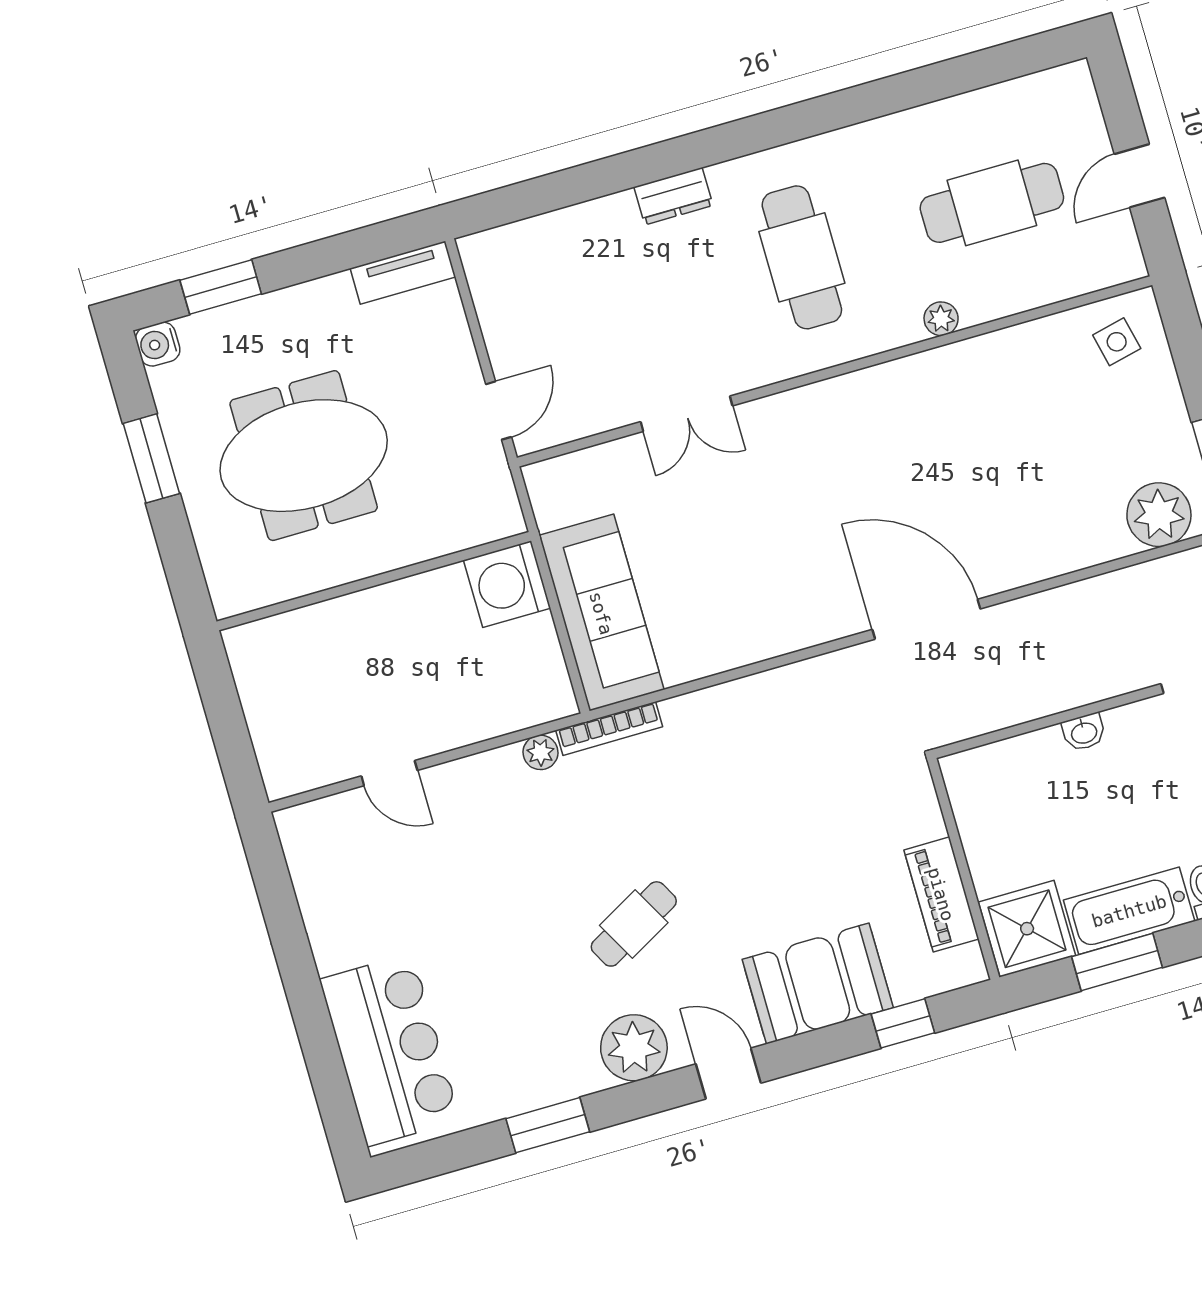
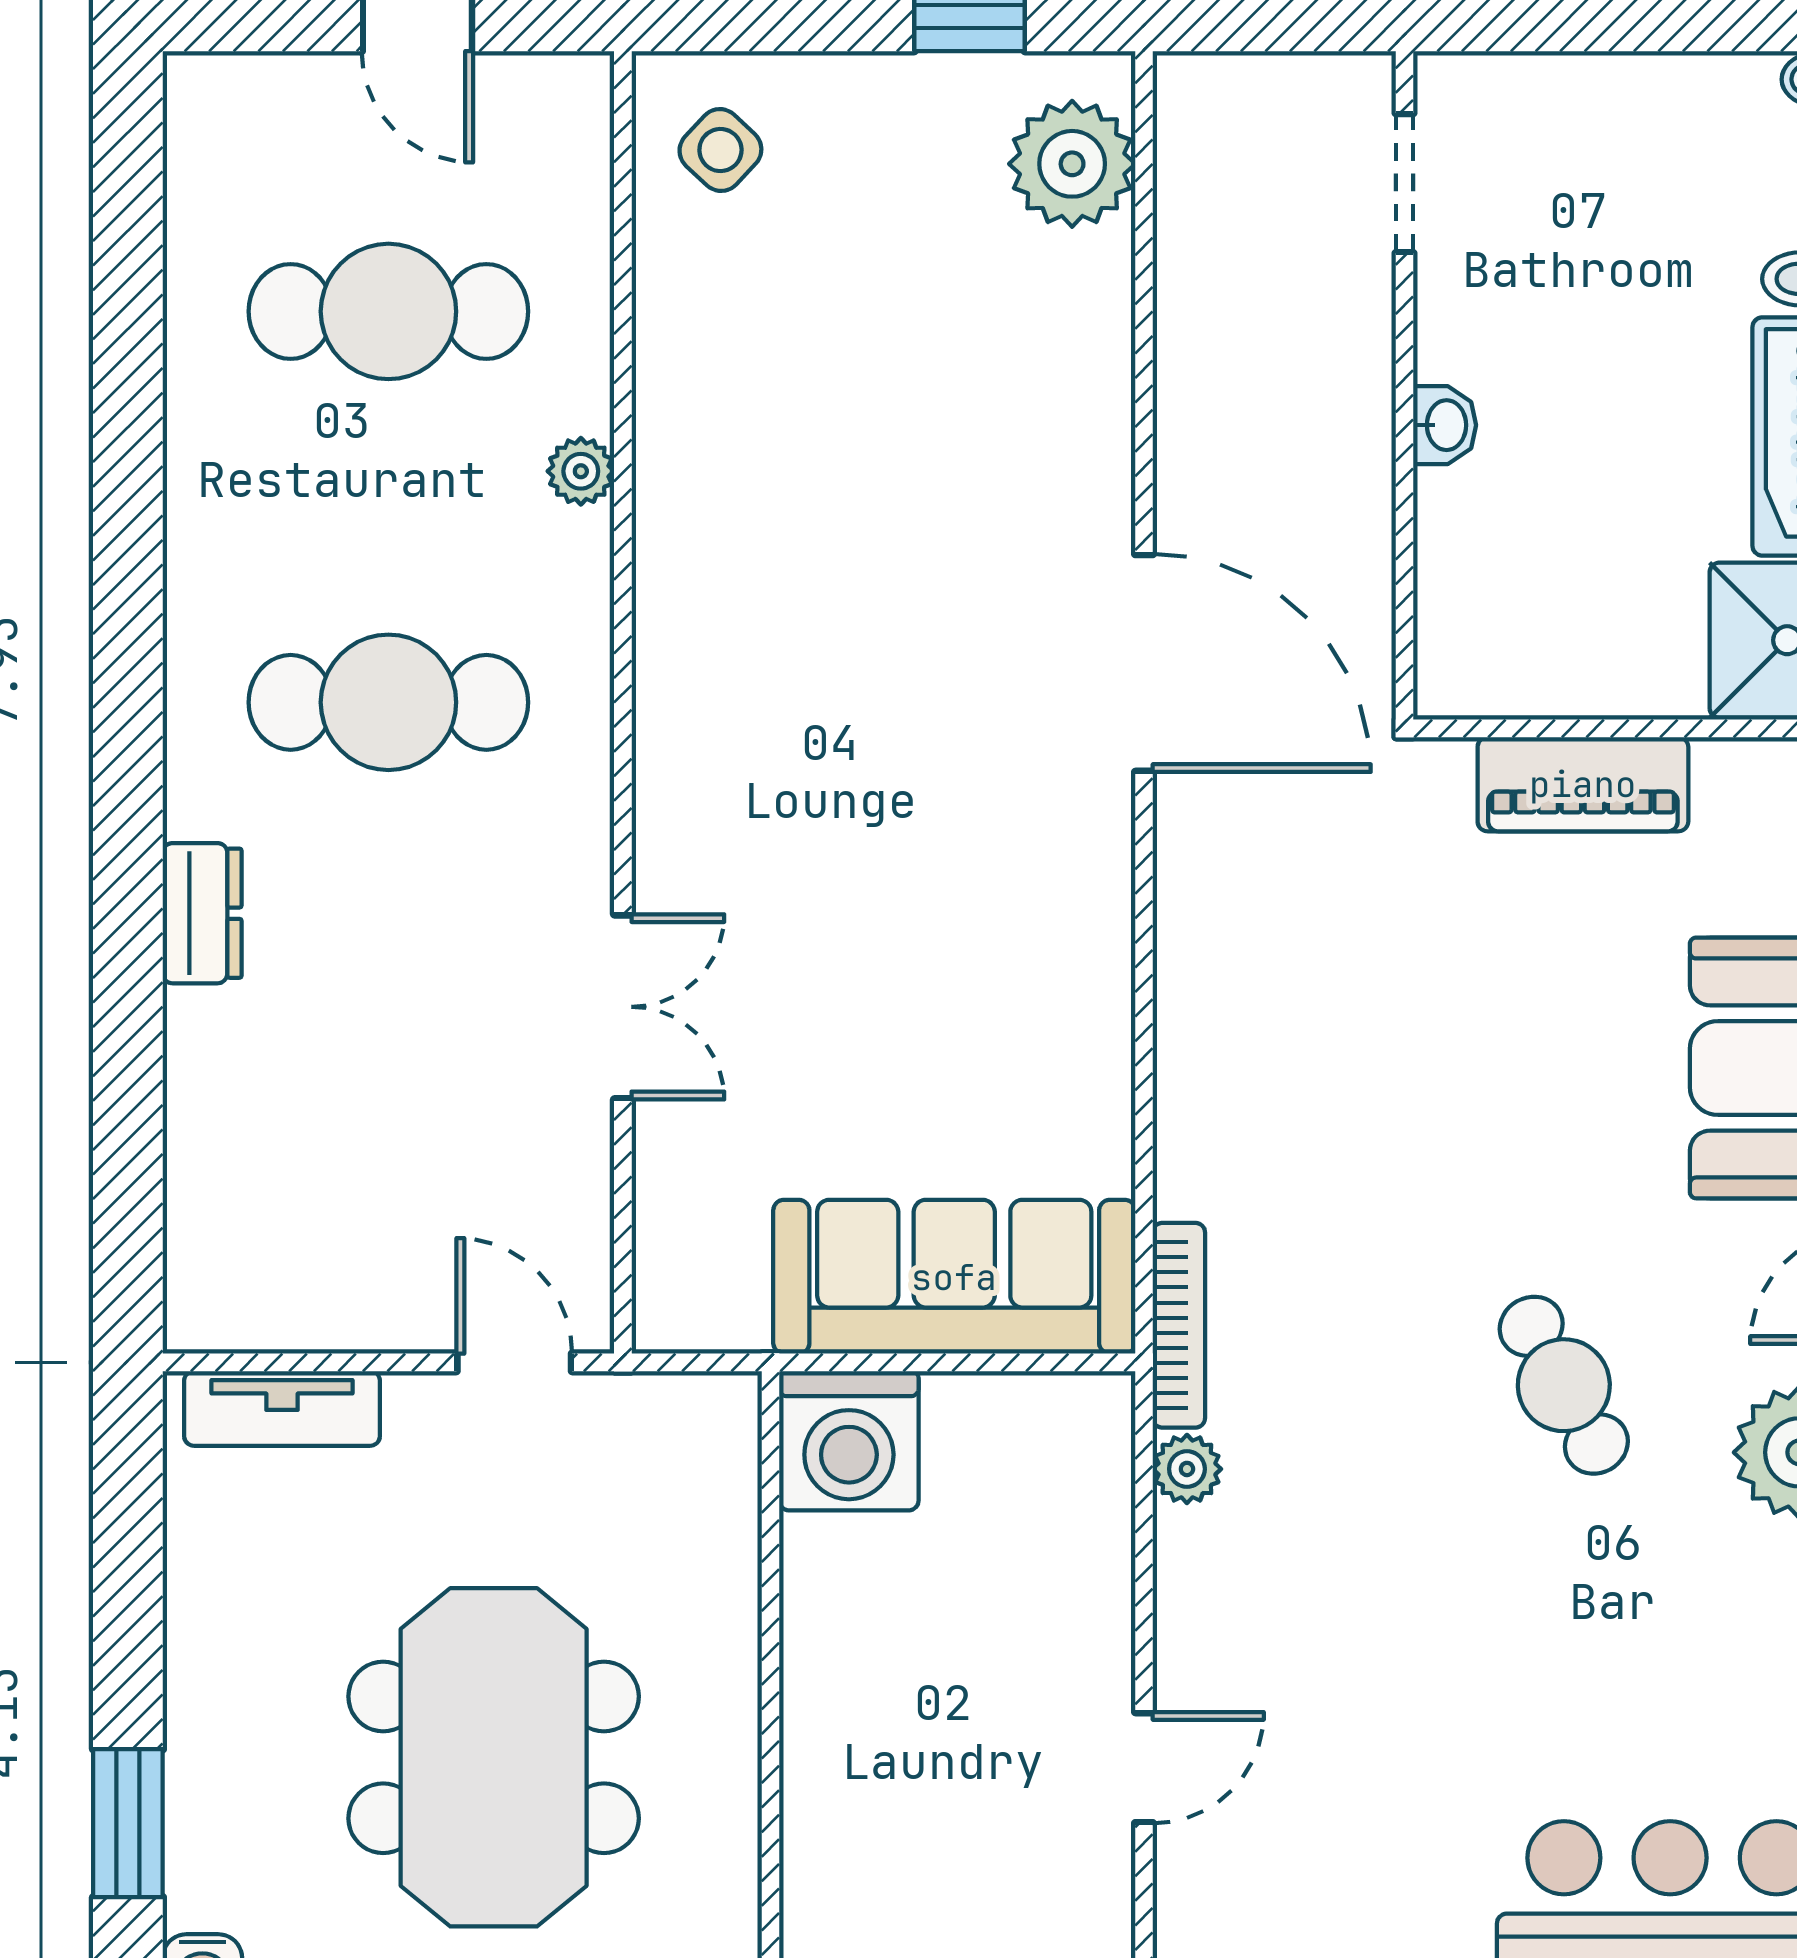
cafe table: (992, 203) -> (388, 311), turned 90
tv unit: (403, 273) -> (282, 1408), moved, turned 90
side table: (1117, 342) -> (720, 150), turned -34
door: (926, 619) -> (1144, 663), swing flipped
piano: (941, 894) -> (1583, 784), moved

